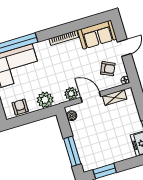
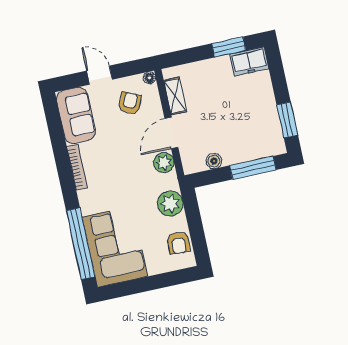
armchair: (20, 107) -> (179, 243), turned -87
boiler: (72, 116) -> (214, 161), moved

